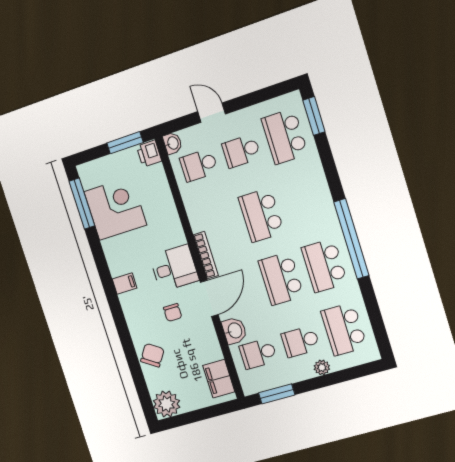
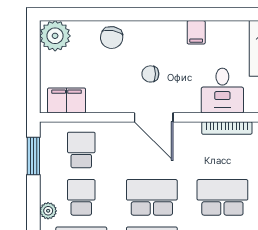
bookcase: (206, 255) -> (227, 128), moved
desk: (174, 268) -> (222, 91), moved
washbasin: (234, 331) -> (112, 133), removed
chair: (152, 355) -> (112, 38), turned 66

